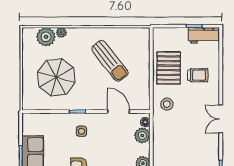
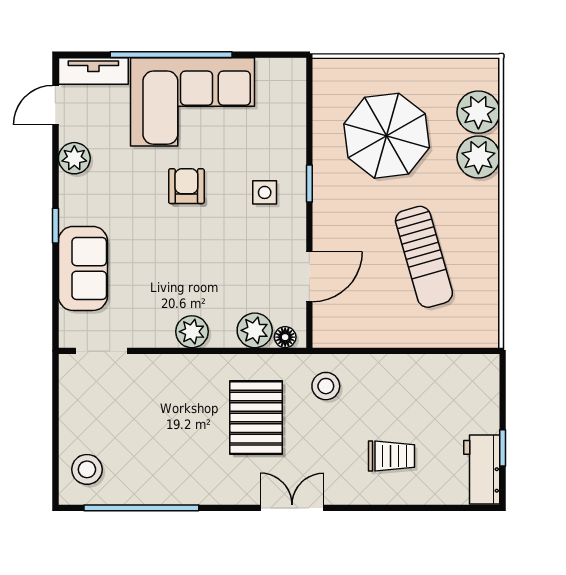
plant: (61, 32) -> (478, 157), width x1.88, depth x1.88
sun lounger: (110, 61) -> (424, 257), turned -68
pallet: (169, 68) -> (256, 418), moved, turned 90
trolley: (198, 75) -> (391, 456), turned -90

